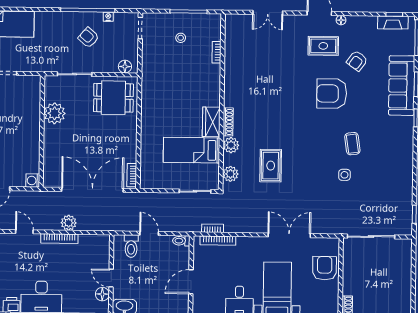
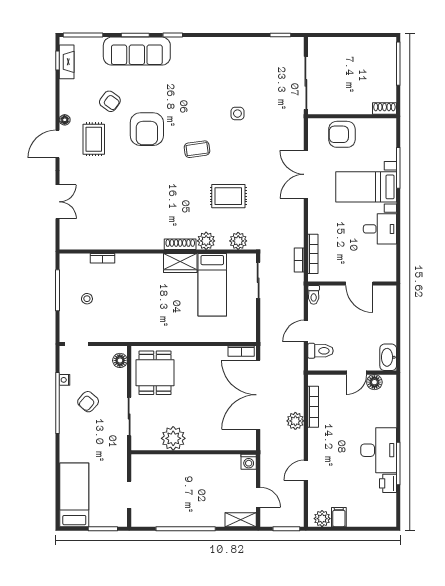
coffee table: (352, 144) -> (197, 149), moved
bookcase: (59, 239) -> (313, 407), moved

